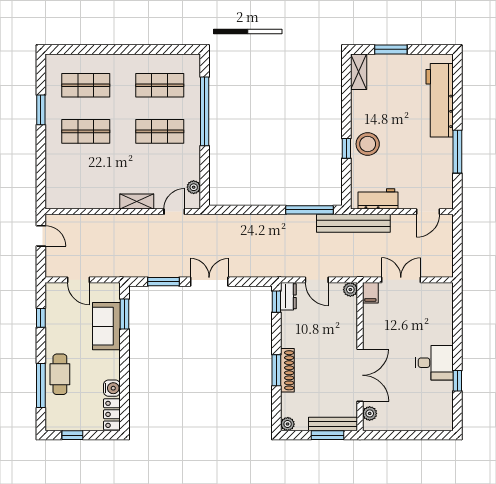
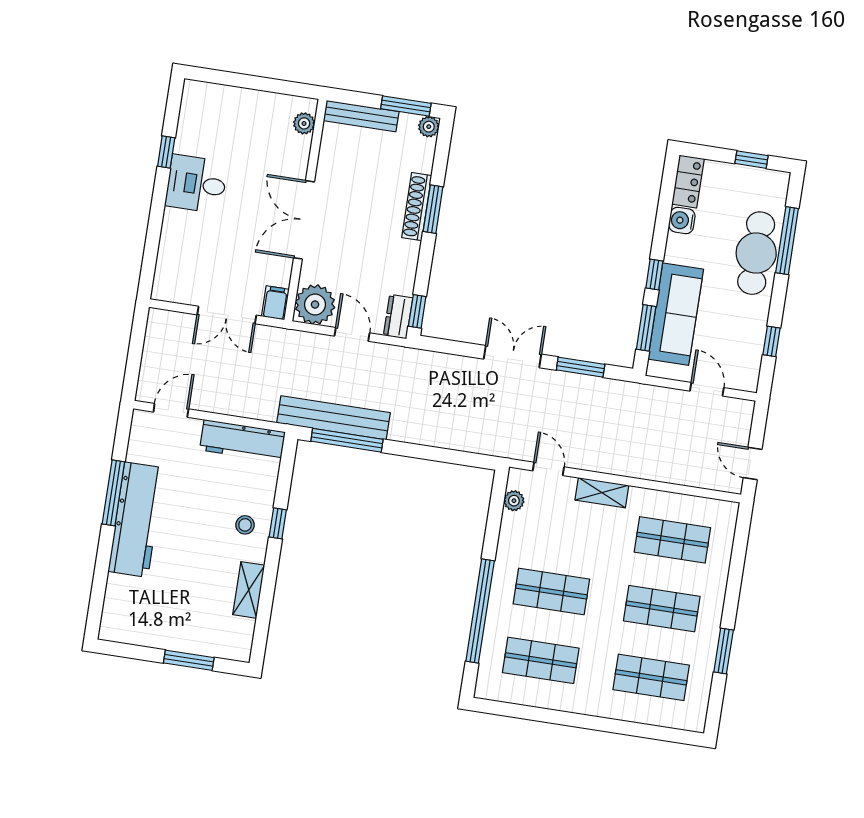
shelving: (359, 72) -> (249, 590), moved
workbench: (440, 100) -> (136, 520), moved
stool: (368, 144) -> (245, 525), width x0.53, depth x0.53
shop shelf: (86, 178) -> (672, 540), added
workbench: (378, 199) -> (242, 441), width x1.38
door: (174, 212) -> (548, 469), swing flipped
bench: (353, 223) -> (333, 418), moved
double door: (209, 282) -> (512, 357), swing flipped
plant: (350, 290) -> (315, 304), width x1.88, depth x1.88
sofa: (106, 326) -> (676, 314), width x1.36
window: (124, 350) -> (654, 274), added
cafe table: (60, 374) -> (756, 253), width x1.37, depth x1.35
double door: (360, 375) -> (304, 220), moved
window: (328, 435) -> (406, 106), moved

